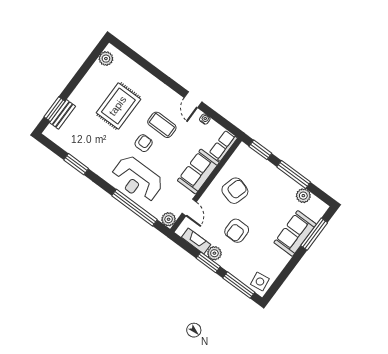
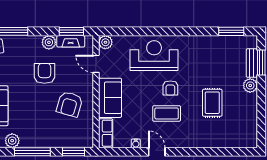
plant: (106, 59) -> (250, 85), moved
rug: (118, 106) -> (212, 103), width x0.73, depth x0.70
window: (76, 164) -> (231, 31), moved
window: (135, 208) -> (139, 31), removed
window: (208, 262) -> (71, 31), moved

